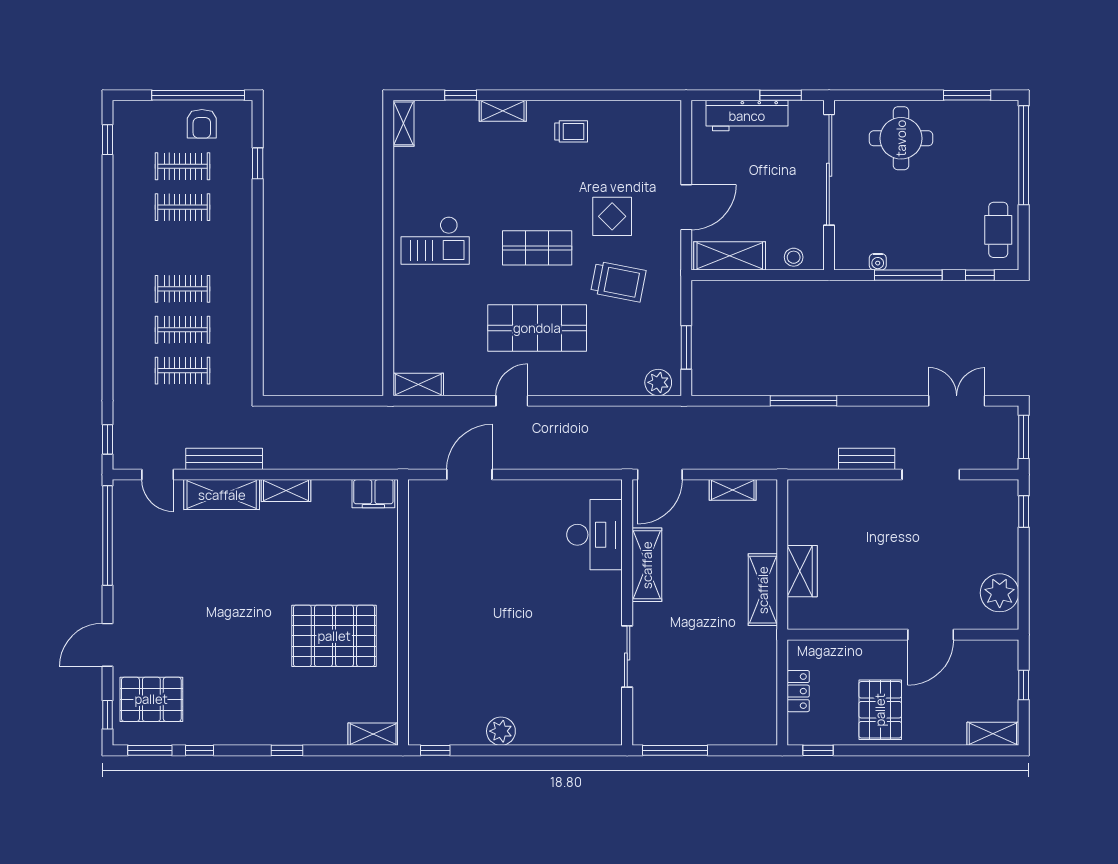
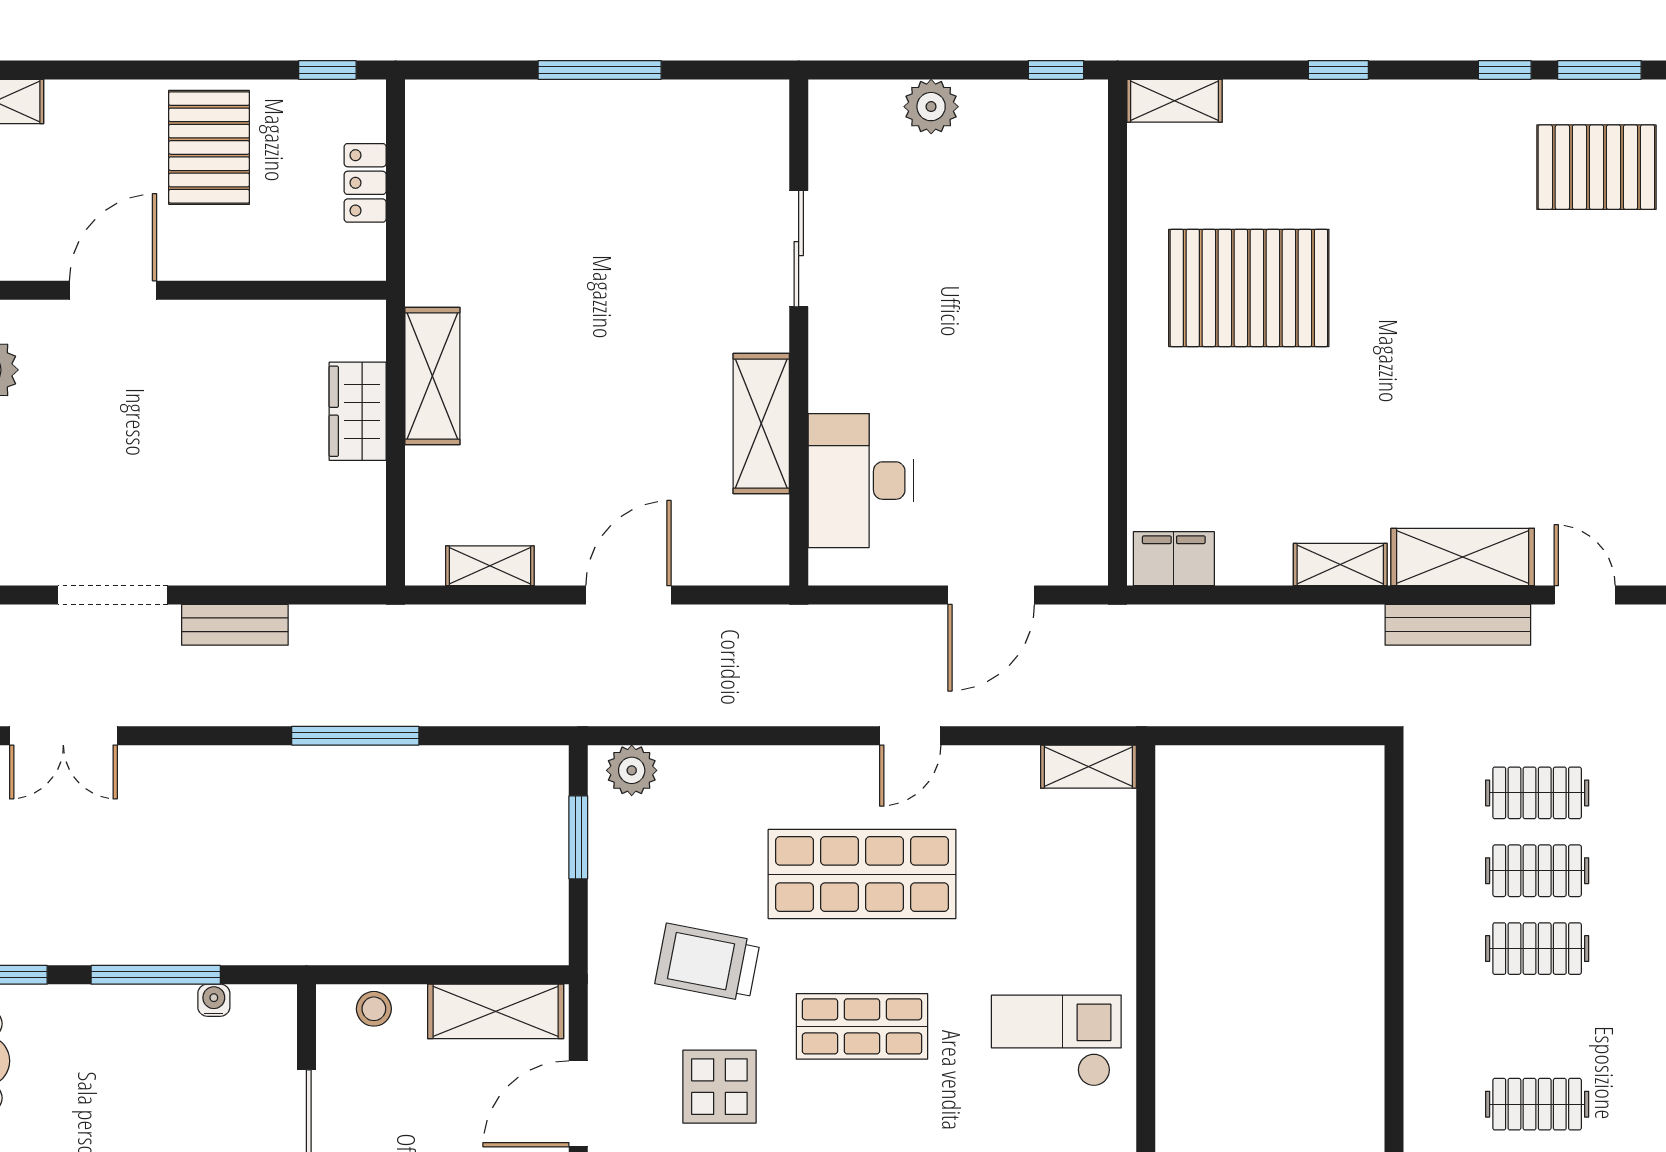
desk: (594, 535) -> (861, 481), moved
shelving: (647, 565) -> (761, 424), moved
wall: (627, 612) -> (799, 333), moved
sliding door: (627, 657) -> (799, 249), moved

